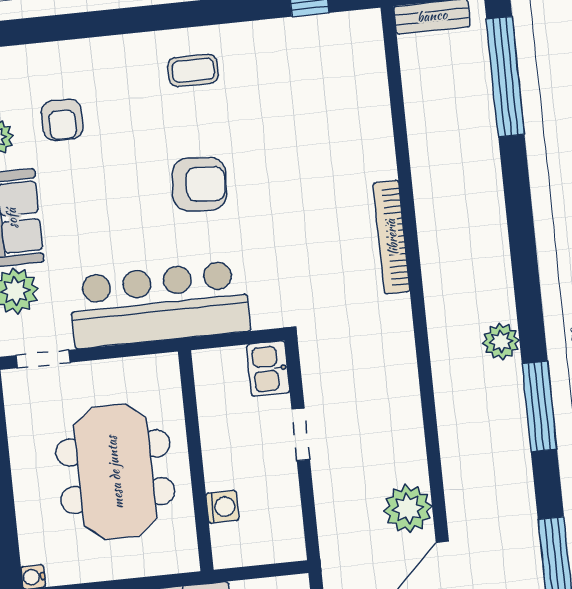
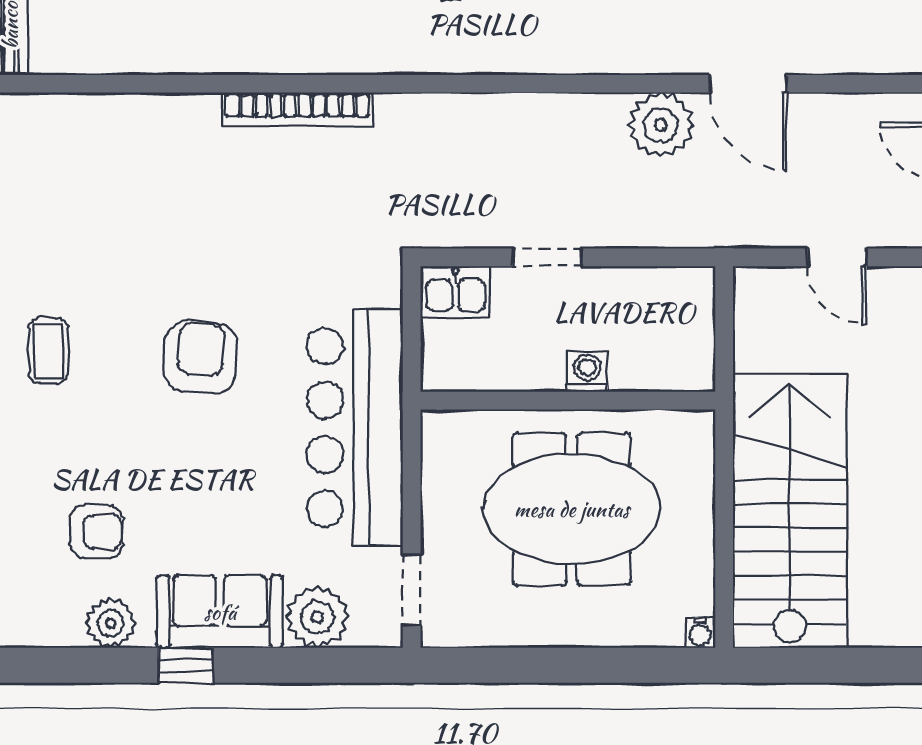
washing machine: (222, 507) -> (587, 372), moved

